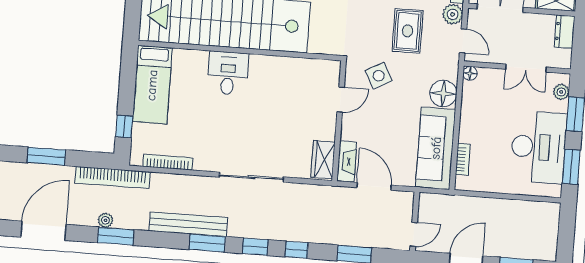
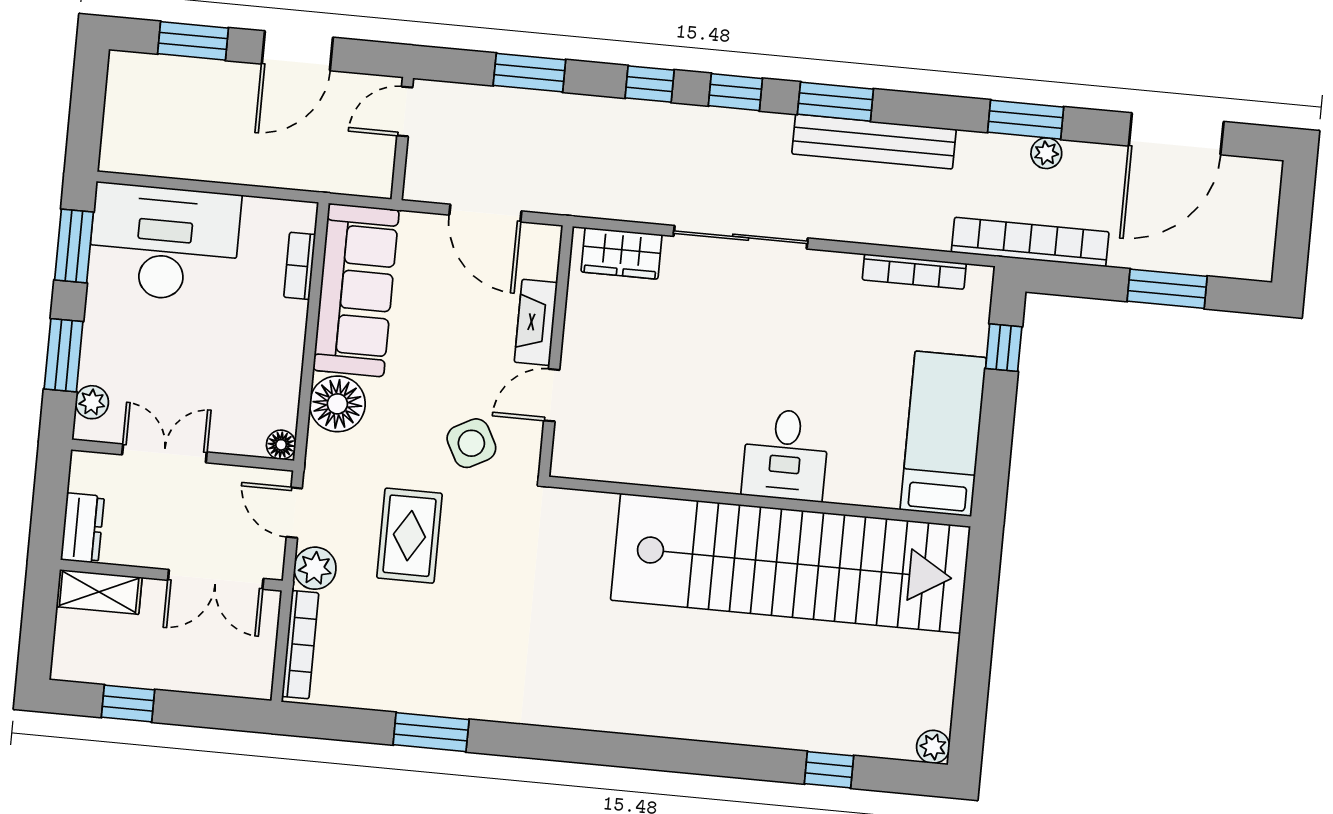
desk: (539, 147) -> (164, 243), moved, turned 90
wardrobe: (323, 160) -> (622, 253), moved, turned 90
fireplace: (347, 161) -> (536, 322), moved

